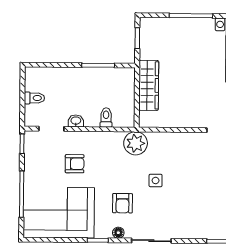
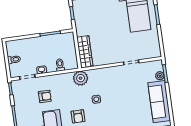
wardrobe: (149, 85) -> (85, 52), moved

